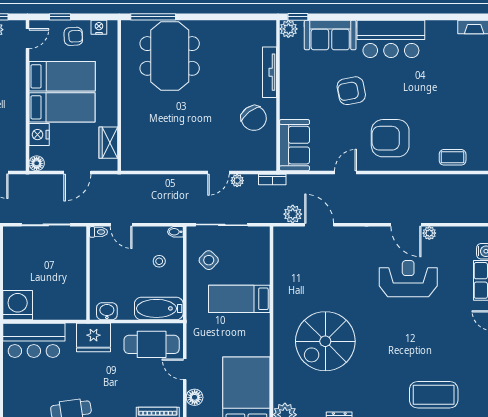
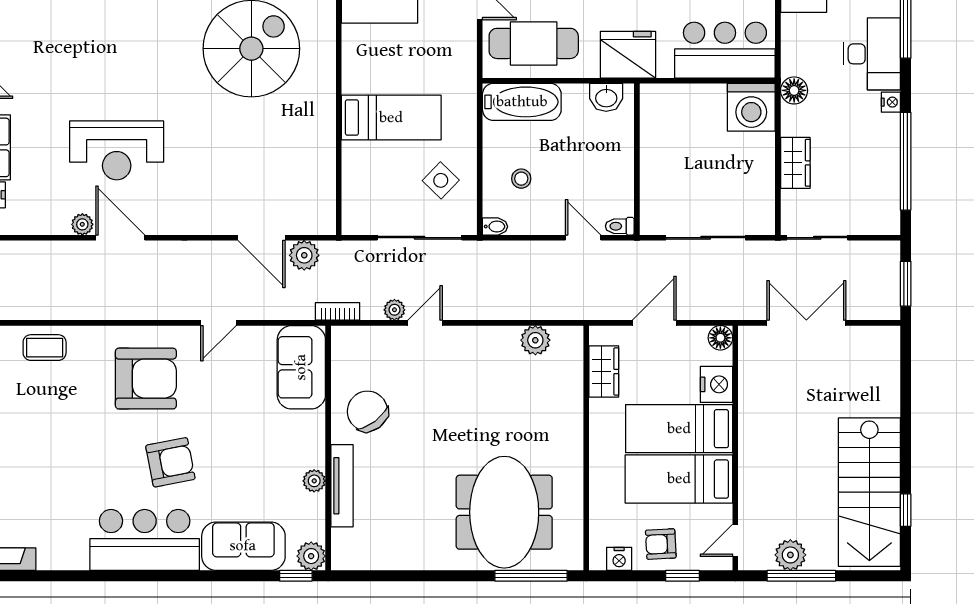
plant: (287, 75) -> (314, 481), added
armchair: (351, 91) -> (170, 462), moved
plant: (151, 162) -> (535, 340), added

